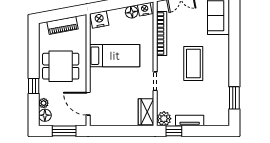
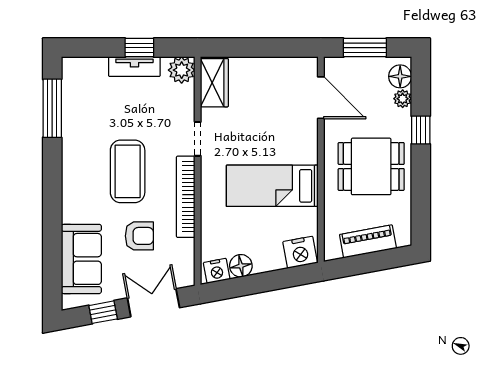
armchair: (187, 28) -> (139, 236), added
bookcase: (162, 34) -> (186, 197), moved
window: (234, 98) -> (52, 108), width x1.44
window: (174, 131) -> (139, 48), moved

